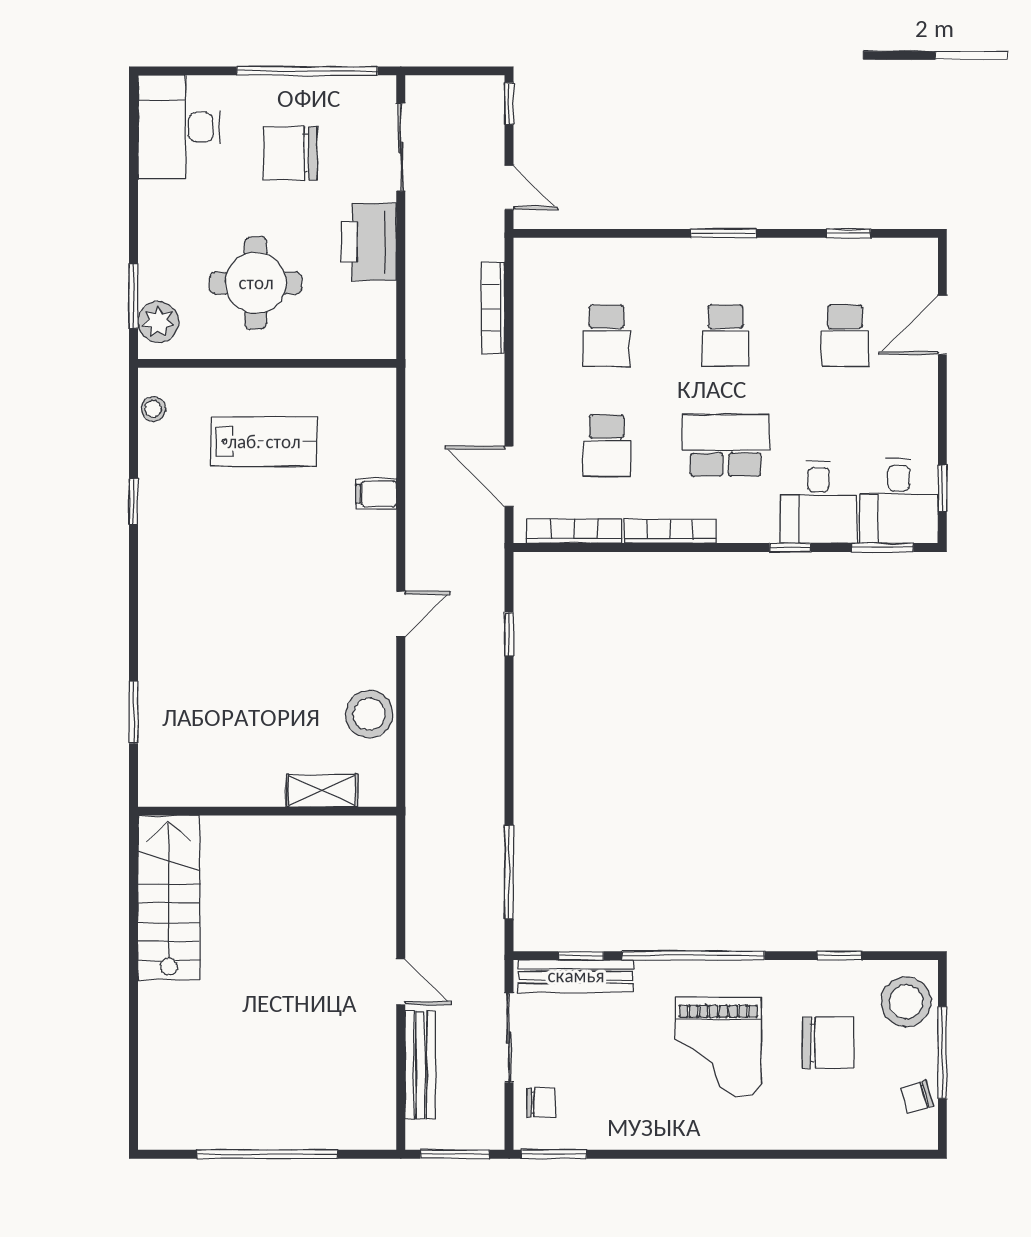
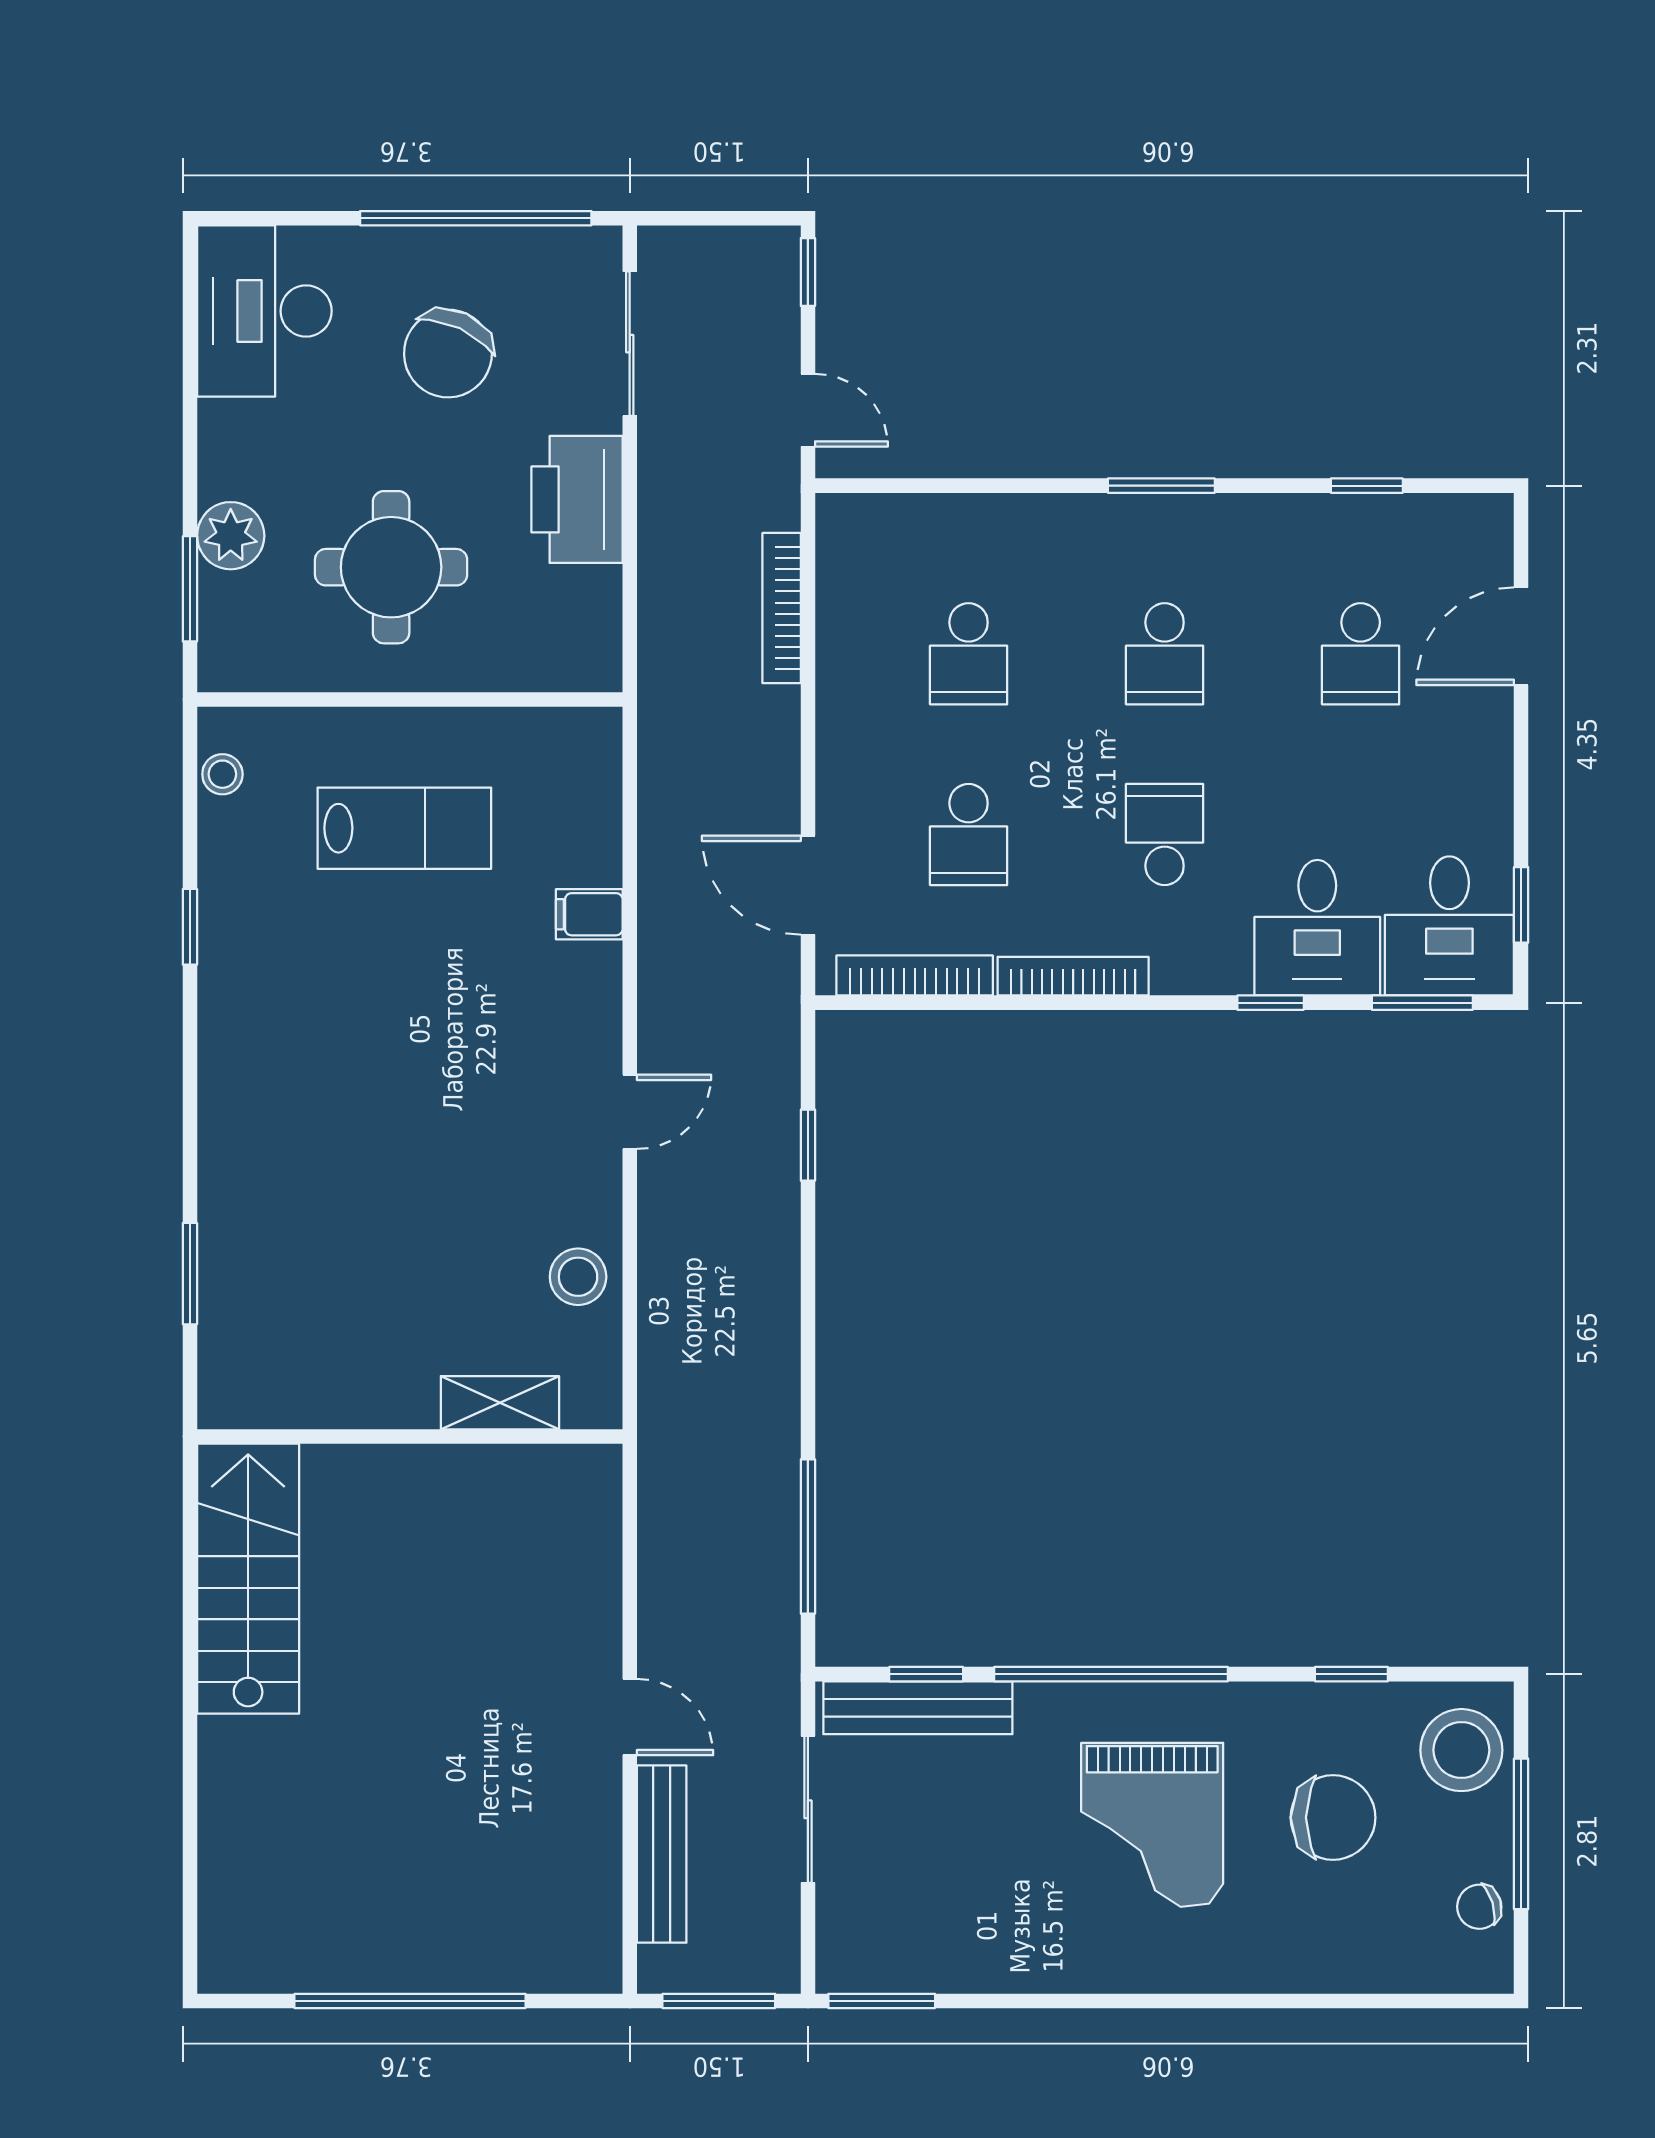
chair: (290, 153) -> (448, 354), turned -65
plant: (158, 322) -> (231, 536), moved
school desk: (726, 445) -> (1165, 835), width x0.54
stool: (369, 714) -> (578, 1277), width x0.73, depth x0.73
chair: (541, 1103) -> (861, 1916), removed

